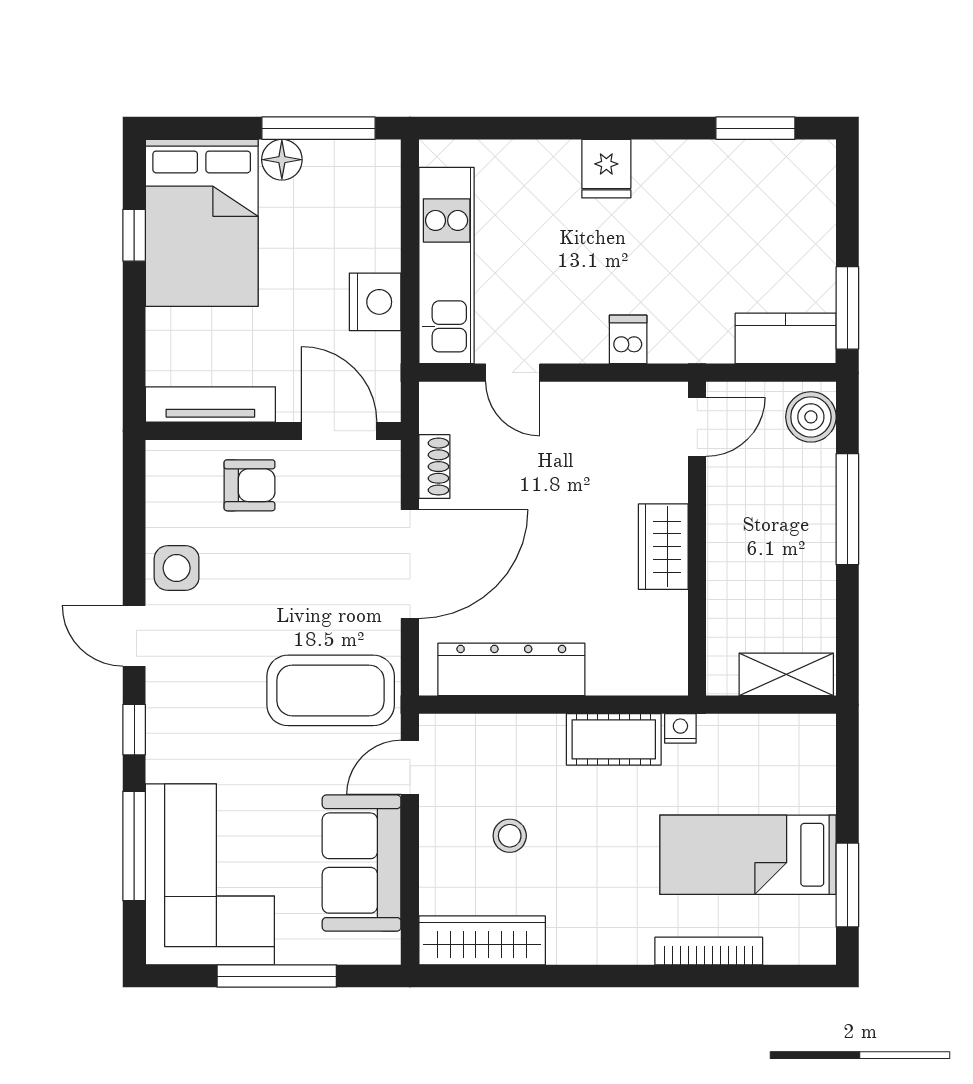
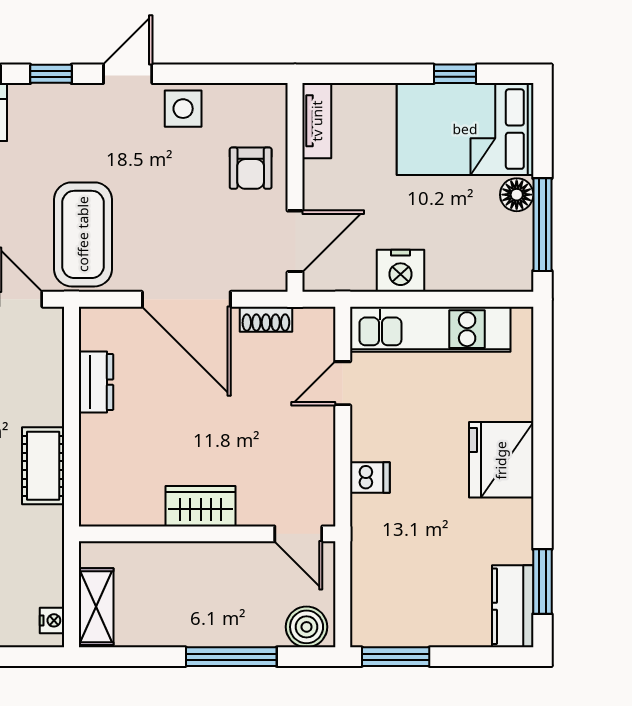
fridge: (606, 169) -> (501, 460), width x1.88, depth x1.34
kitchen counter: (786, 338) -> (513, 606), moved, turned 180
tv unit: (210, 404) -> (317, 121), width x0.71
dresser: (511, 669) -> (96, 382), width x0.51, depth x0.80
nightstand: (680, 728) -> (52, 620), moved

